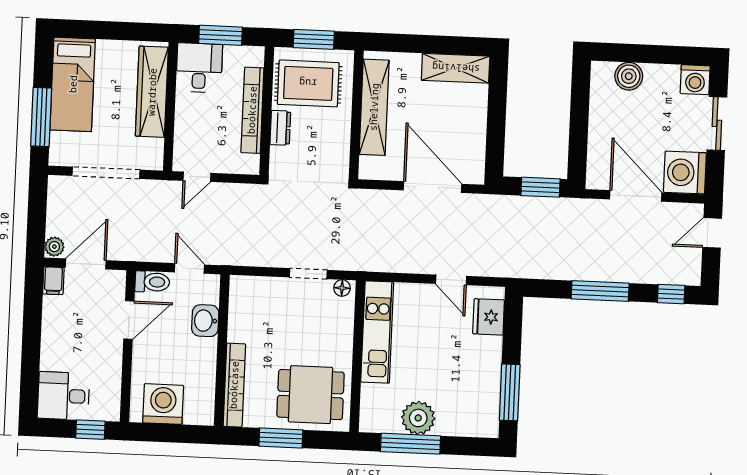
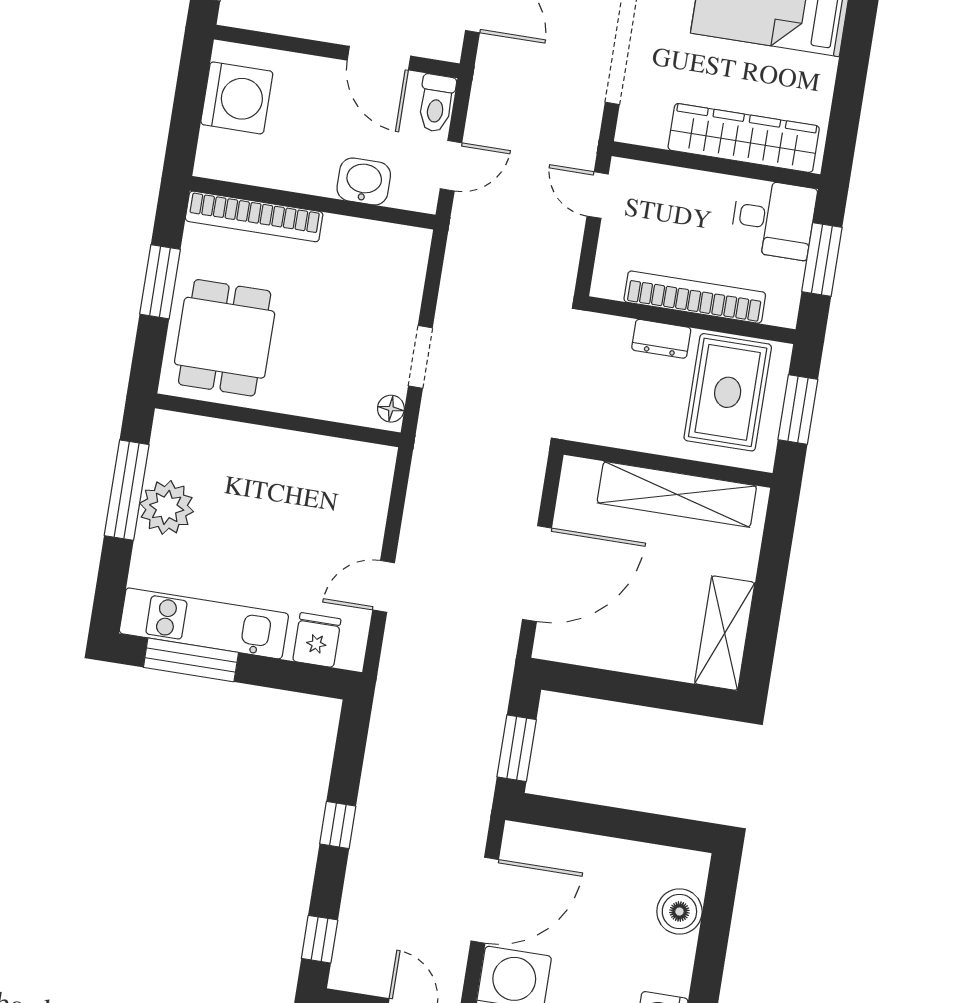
window: (600, 291) -> (338, 825), width x0.46
fridge: (489, 317) -> (317, 640), width x0.72
kitchen unit: (377, 332) -> (204, 623), moved, turned 180

